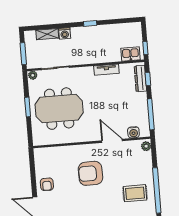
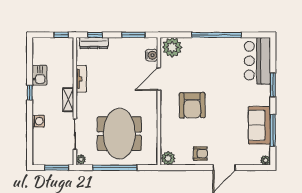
shelving: (47, 34) -> (68, 100), moved
kitchen sink: (130, 54) -> (39, 75), moved, turned 180
window: (28, 107) -> (115, 168), width x2.11
window: (151, 114) -> (133, 35), width x0.69
plant: (146, 146) -> (172, 47), width x1.87, depth x1.87
plant: (40, 155) -> (168, 158), added
rug: (135, 193) -> (218, 59), removed

